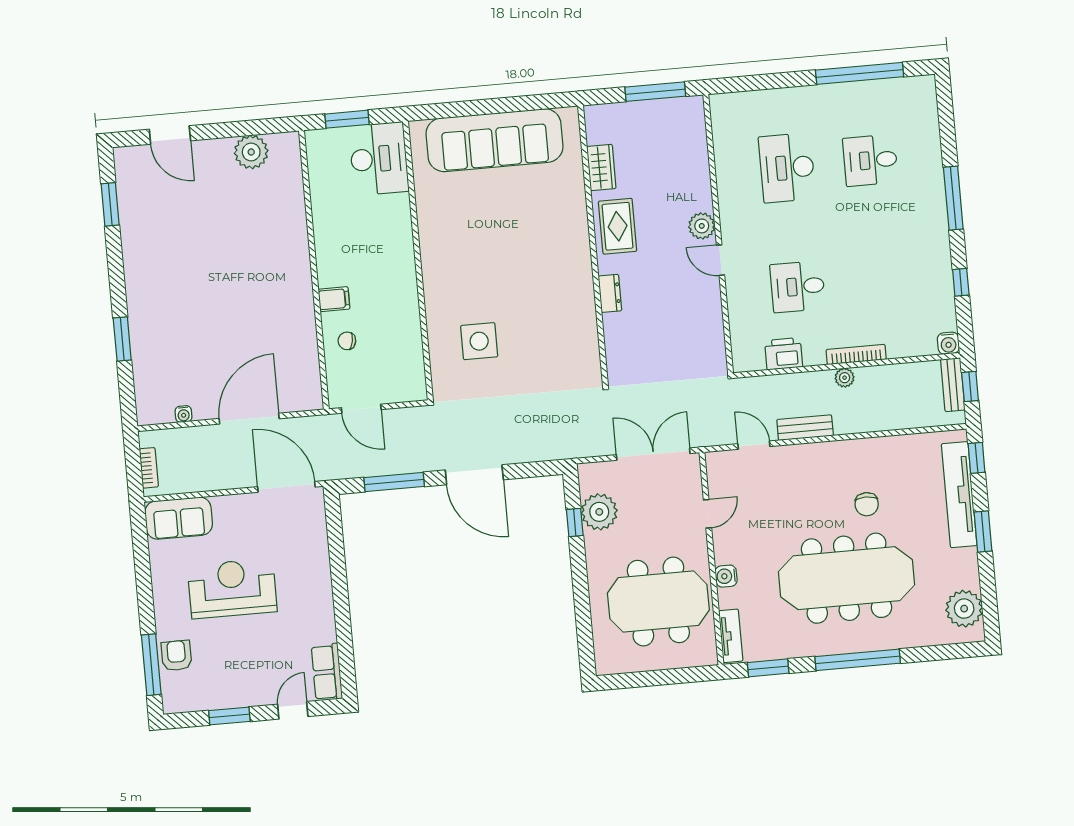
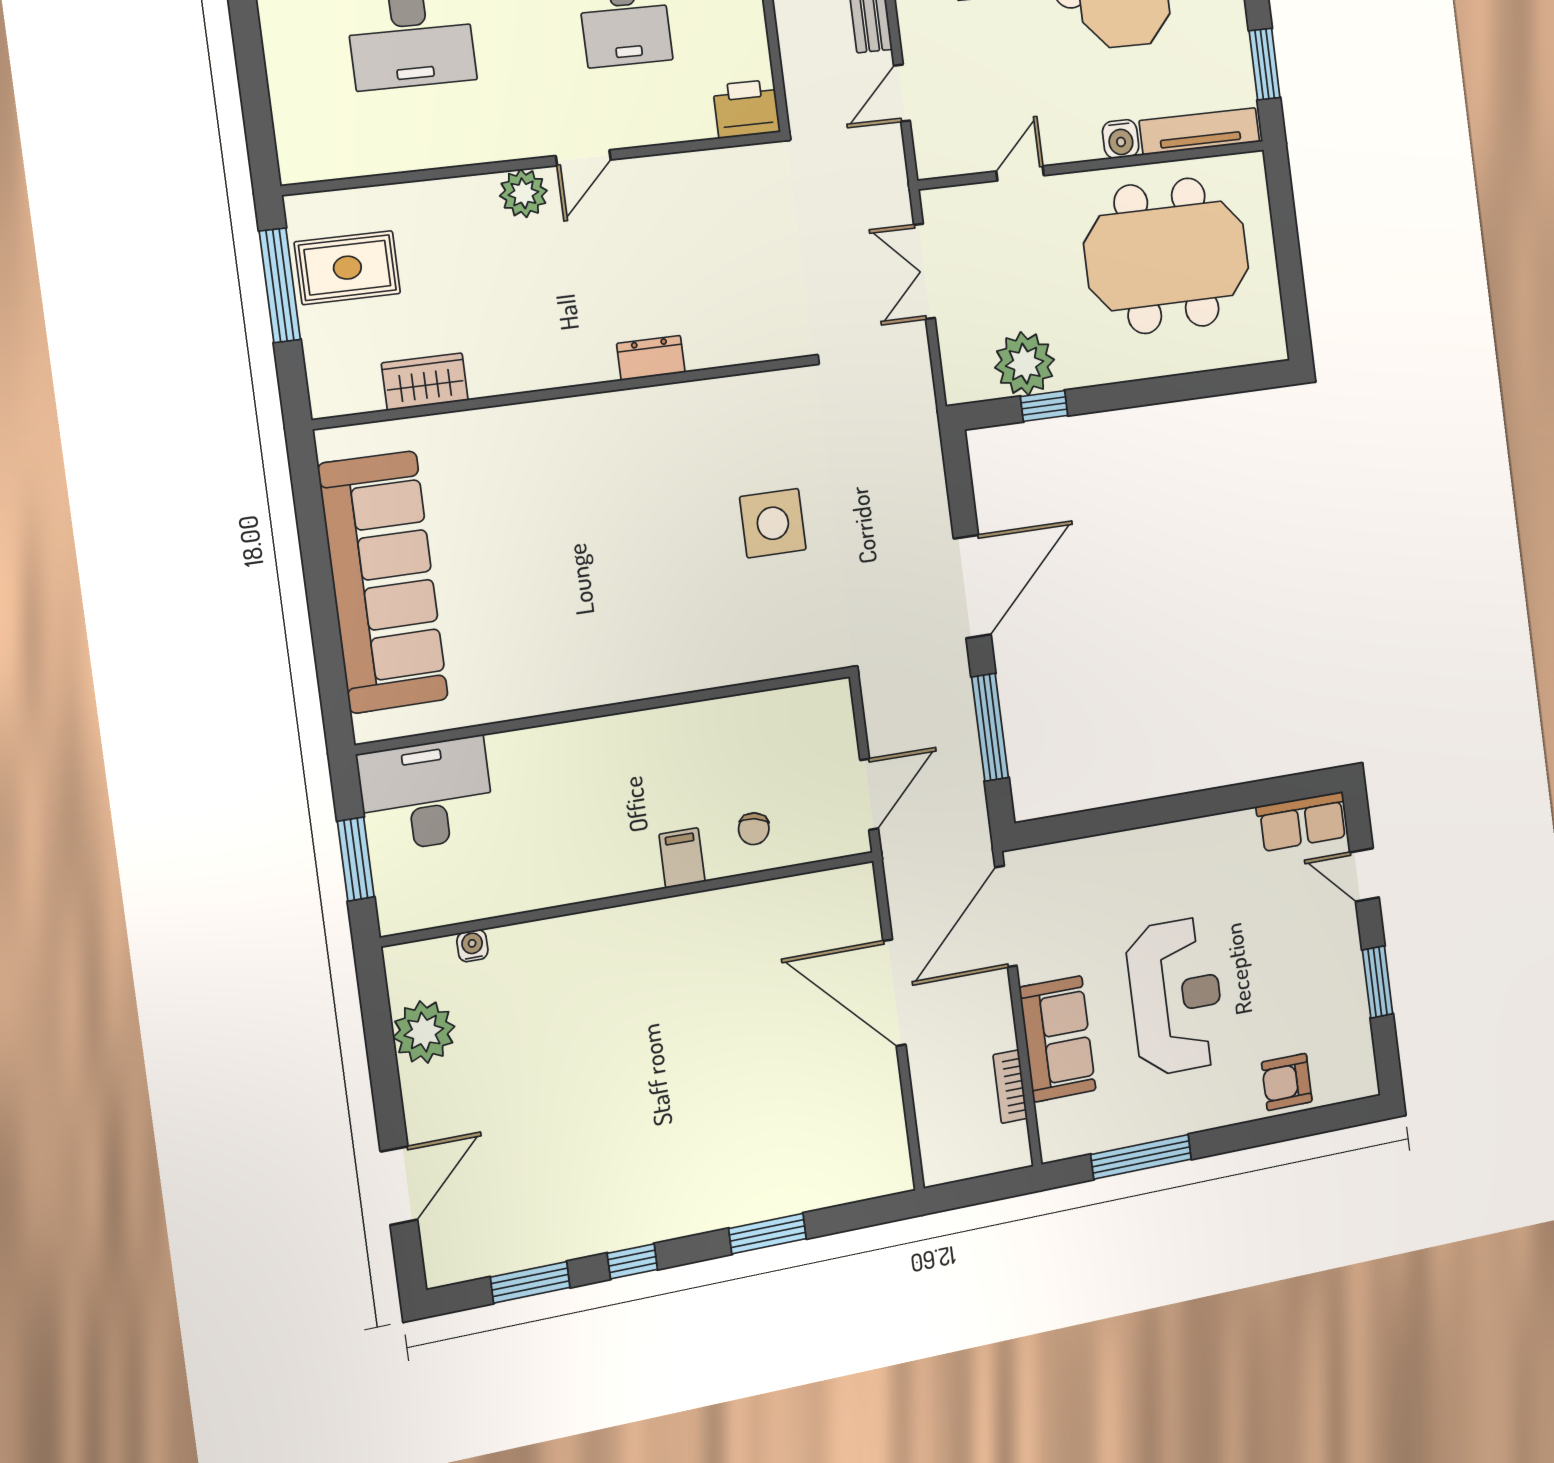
rug: (618, 226) -> (347, 268), moved
window: (115, 262) -> (632, 1261), added
side table: (479, 341) -> (773, 523), moved
printer: (784, 354) -> (746, 109), moved, turned 90
water cooler: (183, 414) -> (472, 946), moved, turned -90
double door: (653, 454) -> (924, 271), width x0.73
bookcase: (149, 468) -> (1010, 1087), moved, turned -90
door: (707, 514) -> (1020, 173), hinge flipped
sofa: (179, 518) -> (1058, 1039), moved
reception desk: (232, 588) -> (1176, 996), turned 180
meeting table: (658, 602) -> (1167, 256), turned 90
tv unit: (731, 636) -> (1200, 131), width x1.41
window: (151, 665) -> (1141, 1157), moved

